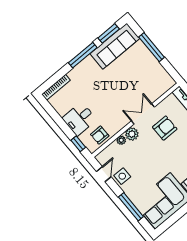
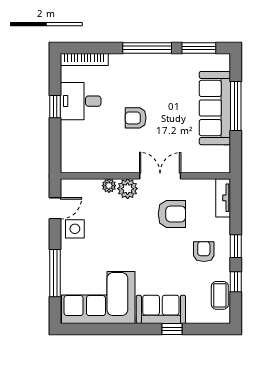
sofa: (115, 46) -> (215, 108), moved, turned 90
desk: (79, 119) -> (81, 101), moved
armchair: (100, 135) -> (136, 118), moved
window: (78, 144) -> (55, 107), moved

